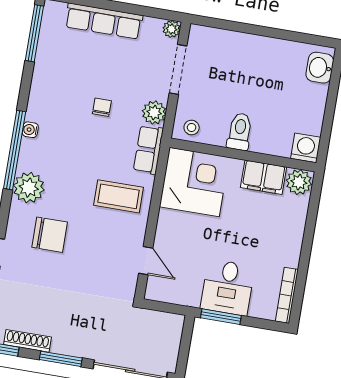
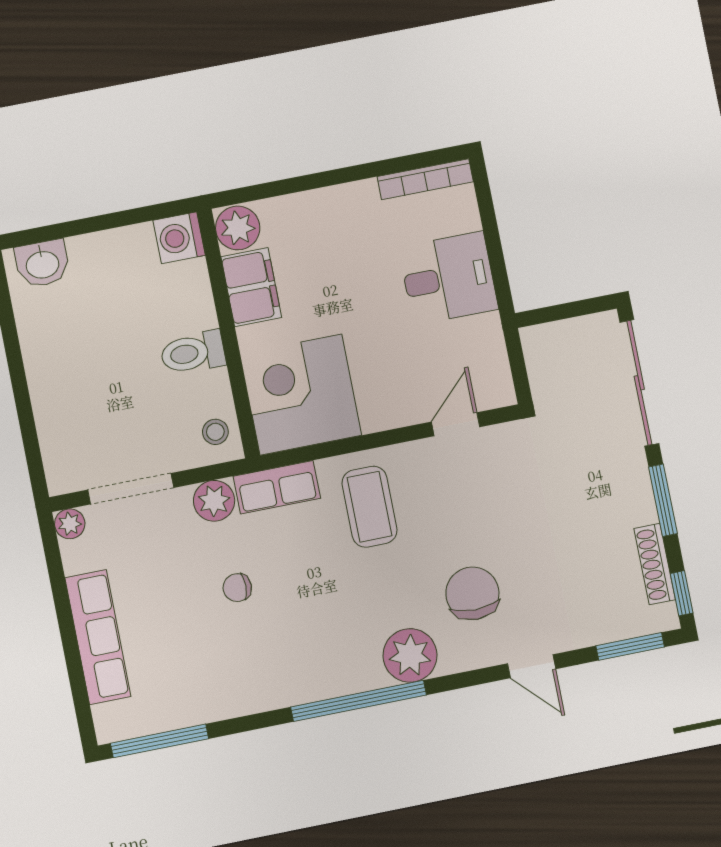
water cooler: (30, 130) -> (317, 688), removed
window: (221, 317) -> (499, 271), removed

